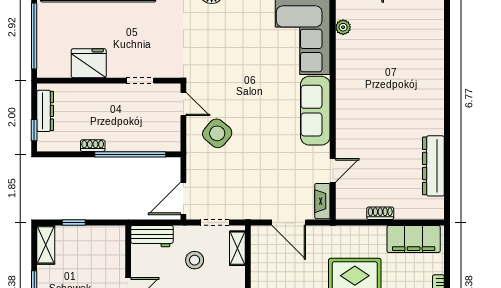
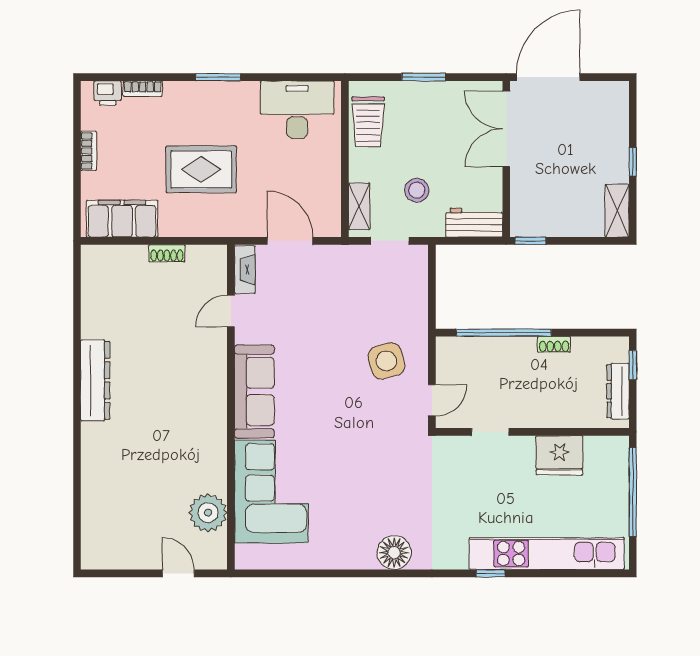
plant: (343, 27) -> (208, 513), width x1.87, depth x1.87
door: (183, 104) -> (432, 400), swing flipped
side table: (217, 133) -> (386, 361), turned 35
dresser: (433, 166) -> (95, 380), moved
door: (183, 198) -> (432, 273), removed
window: (74, 223) -> (530, 241), moved

